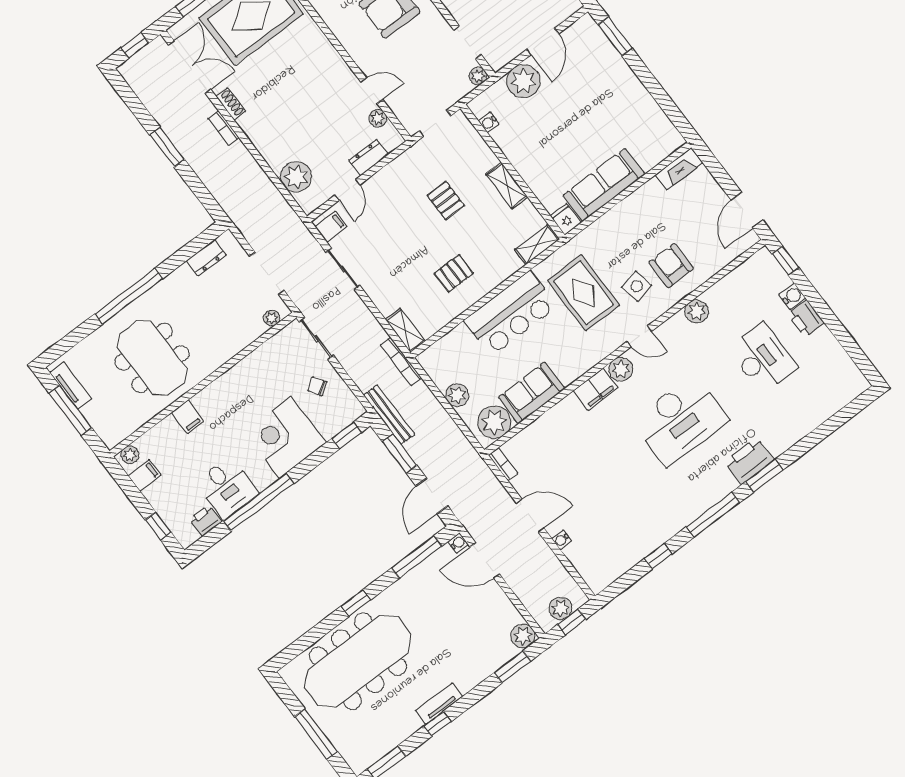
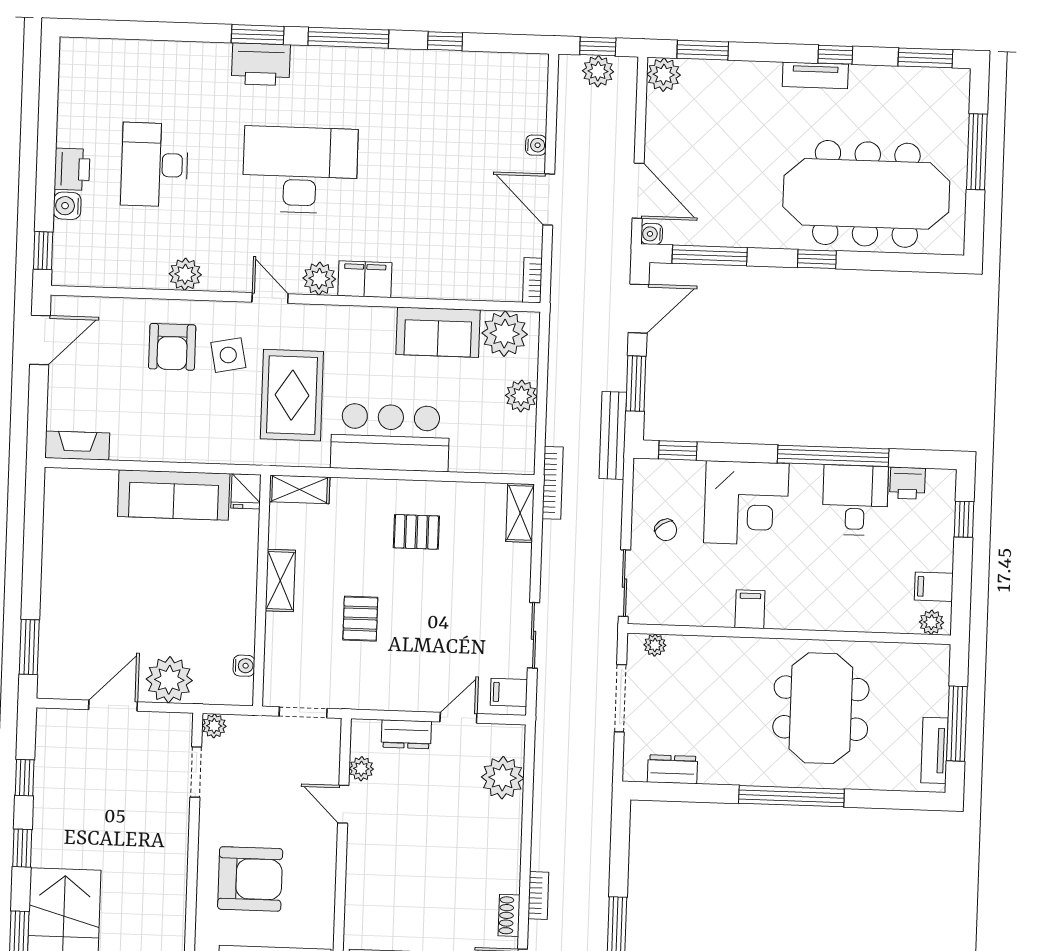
filing cabinet: (187, 417) -> (750, 609), moved

